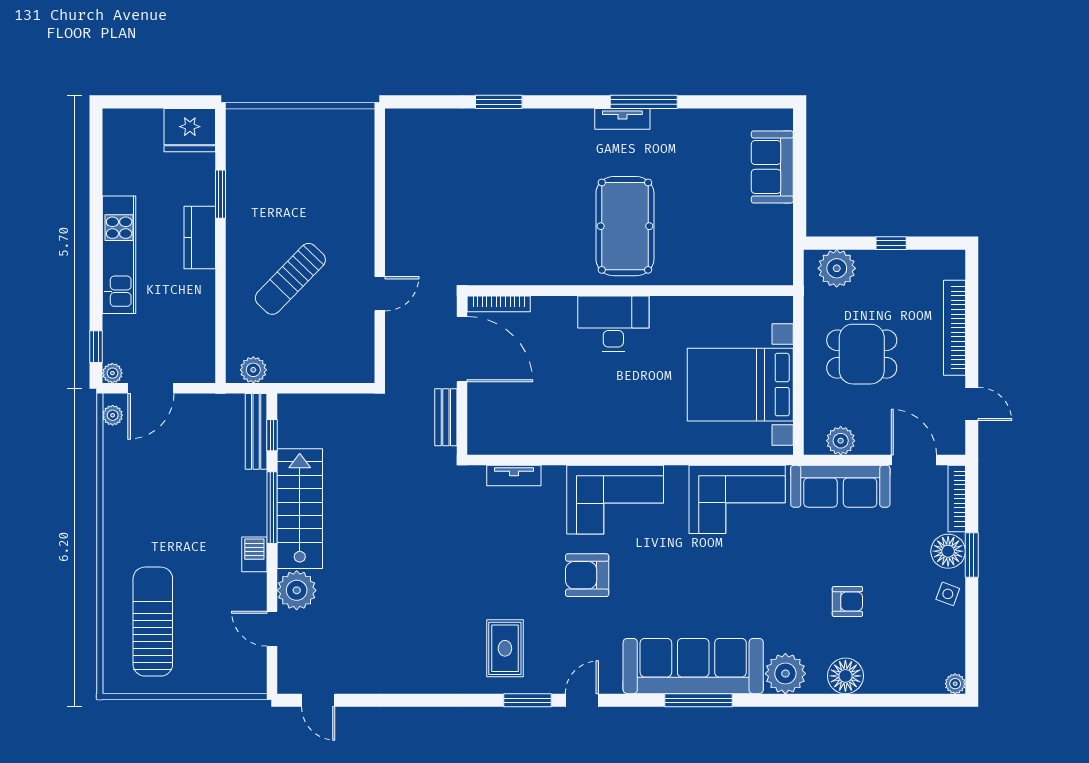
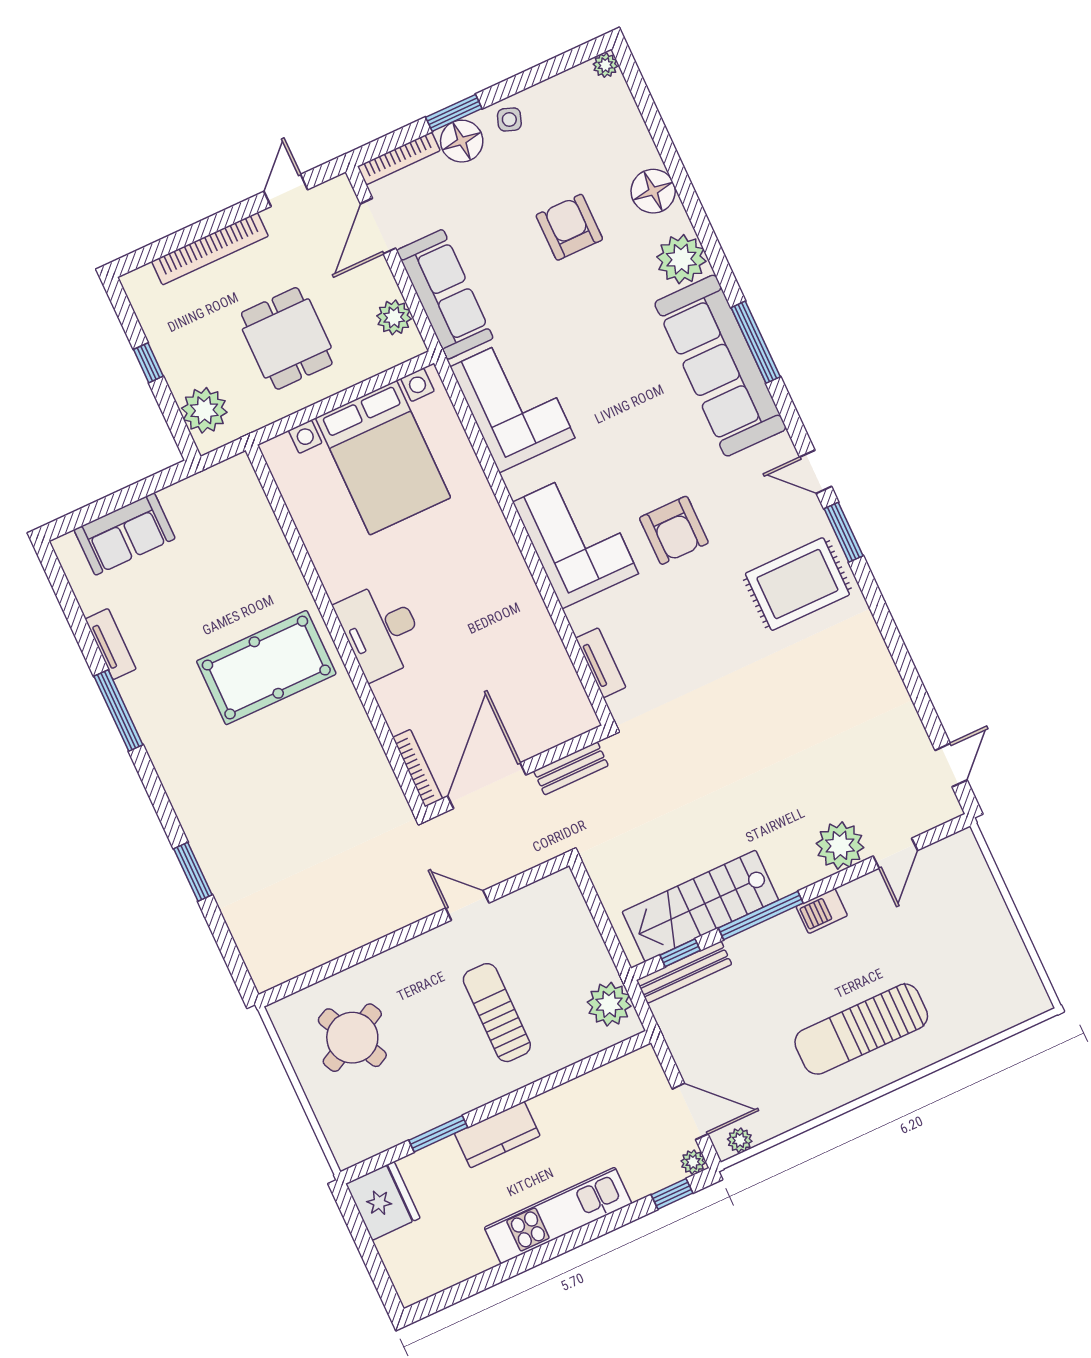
tv unit: (622, 119) -> (111, 644), moved
round table: (321, 163) -> (352, 1038), added
sun lounger: (290, 279) -> (497, 1013), turned -134
plant: (253, 370) -> (609, 1004), width x1.36, depth x1.36
stairs: (300, 509) -> (700, 906), moved
armchair: (847, 601) -> (569, 227), width x1.38, depth x1.38
sun lounger: (153, 622) -> (861, 1029), moved
rug: (505, 648) -> (797, 584), width x1.36, depth x1.43

